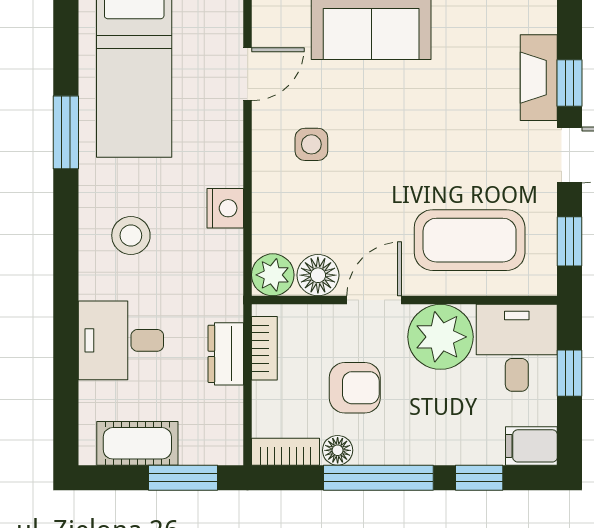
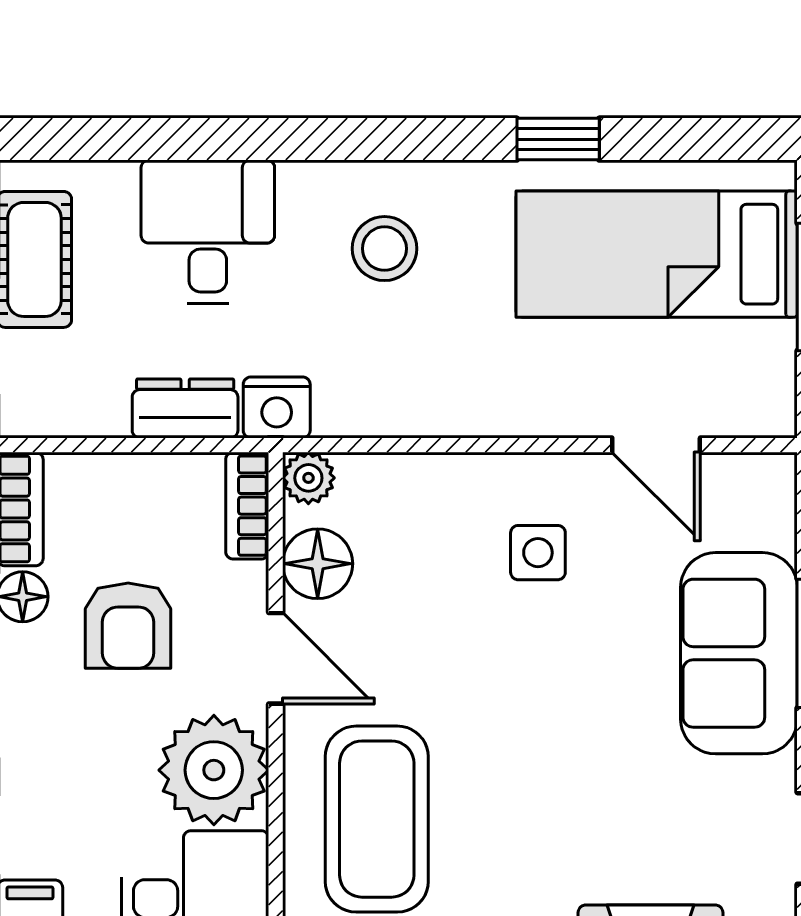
window: (66, 132) -> (558, 139), width x0.67
nightstand: (225, 208) -> (277, 407), moved
plant: (273, 275) -> (308, 478), width x0.73, depth x0.73
bookcase: (264, 348) -> (247, 506), moved, turned 90

